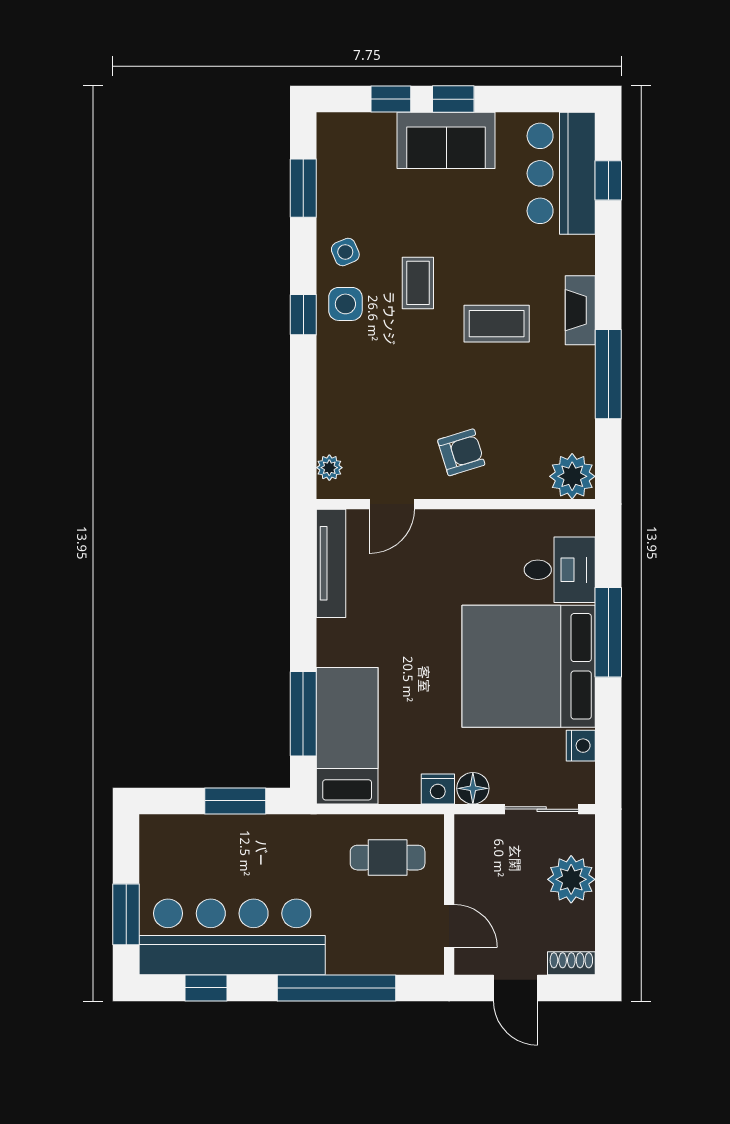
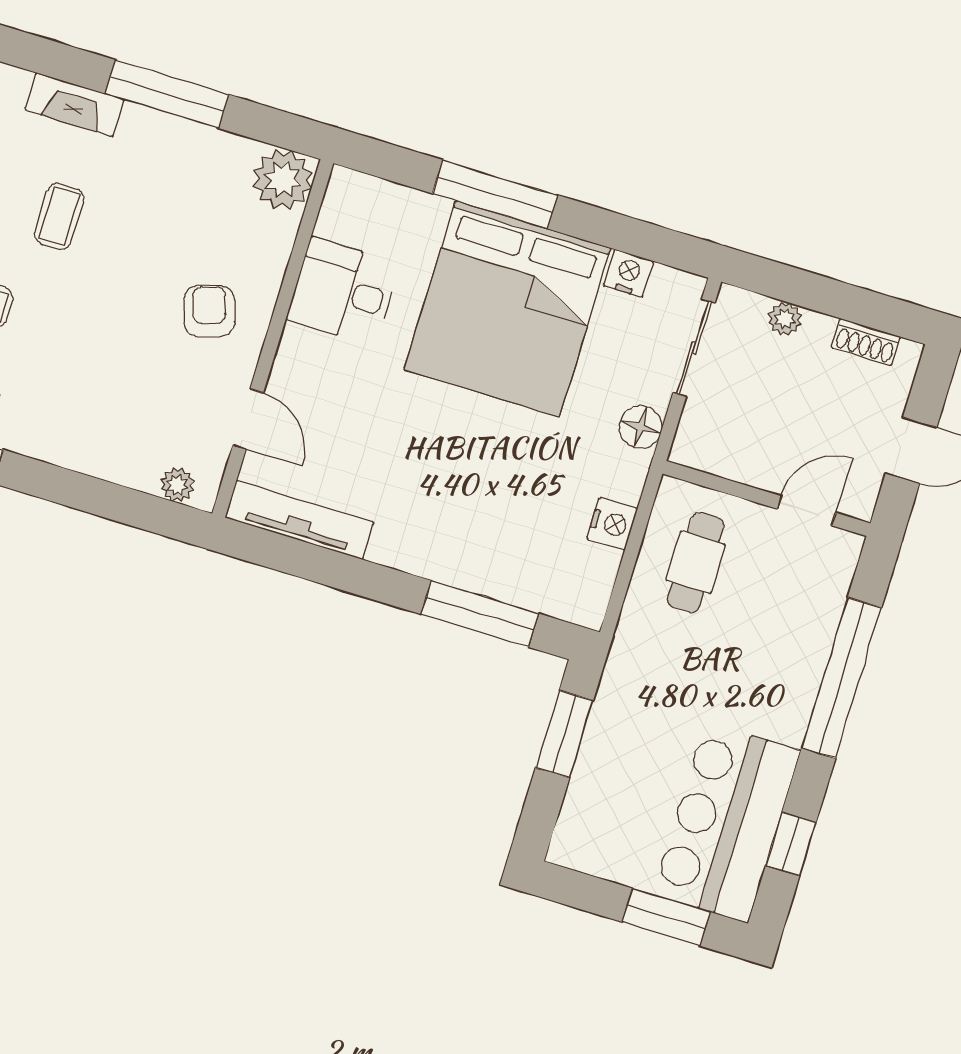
coffee table: (497, 324) -> (59, 216), width x0.73, depth x0.77
desk: (560, 570) -> (343, 291), moved, turned -90
bed: (347, 736) -> (525, 567), removed
nightstand: (438, 789) -> (612, 524), moved
plant: (571, 879) -> (785, 319), width x0.53, depth x0.53
bar counter: (232, 937) -> (726, 822), width x0.73
shoe rack: (571, 963) -> (866, 342), moved, turned -90

